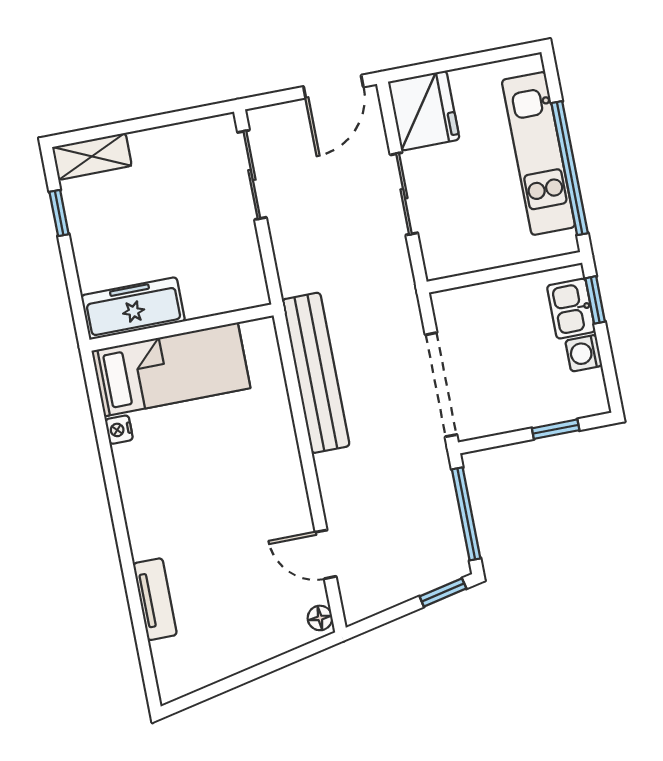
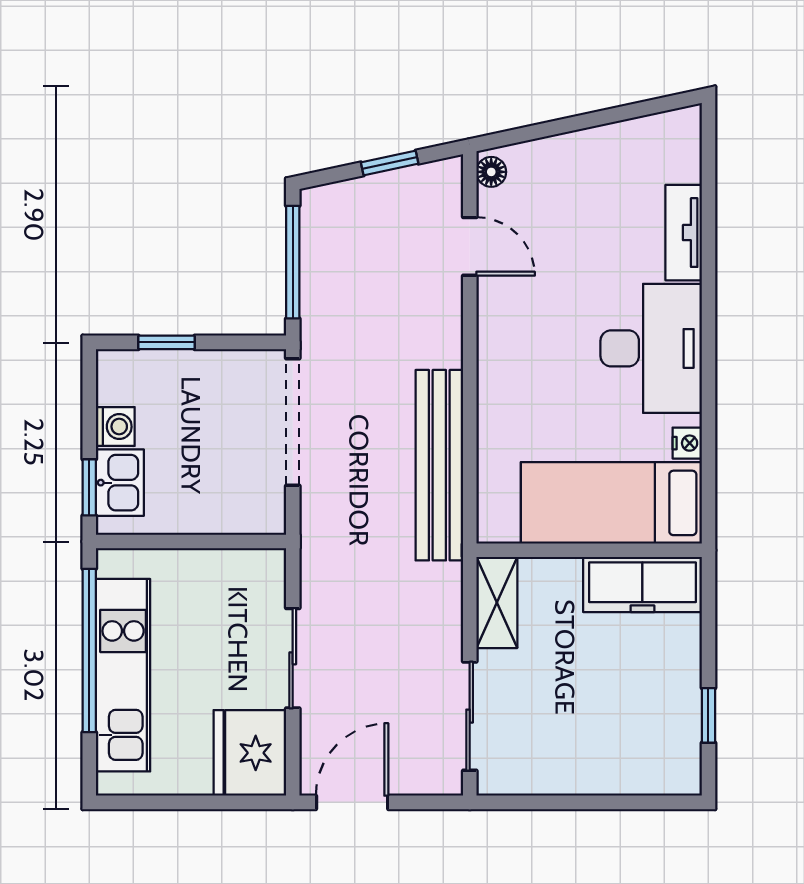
shelving: (92, 156) -> (497, 602), moved, turned 90
desk: (163, 500) -> (651, 348), added
window: (443, 592) -> (390, 163), moved

